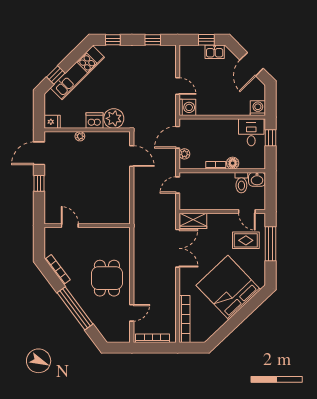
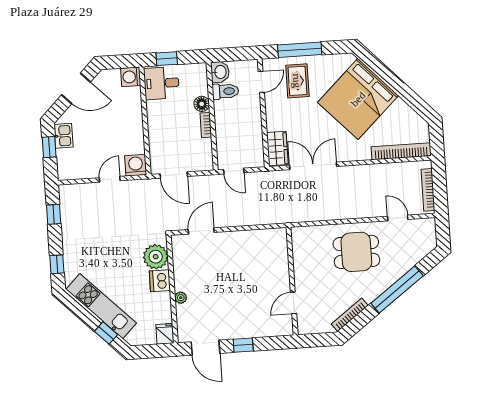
plant: (184, 154) -> (194, 165), removed

